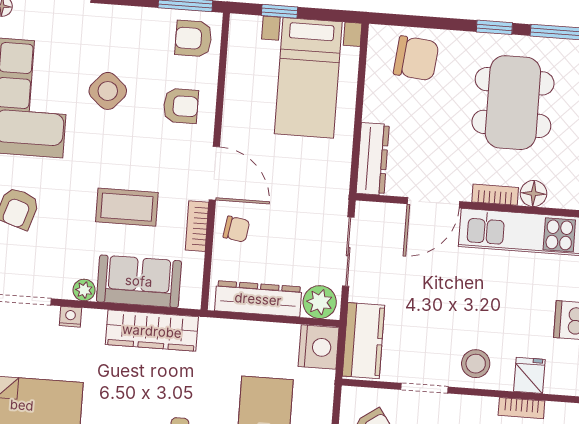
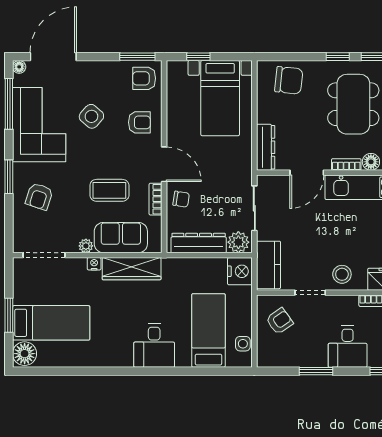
nightstand: (70, 317) -> (94, 264), moved

